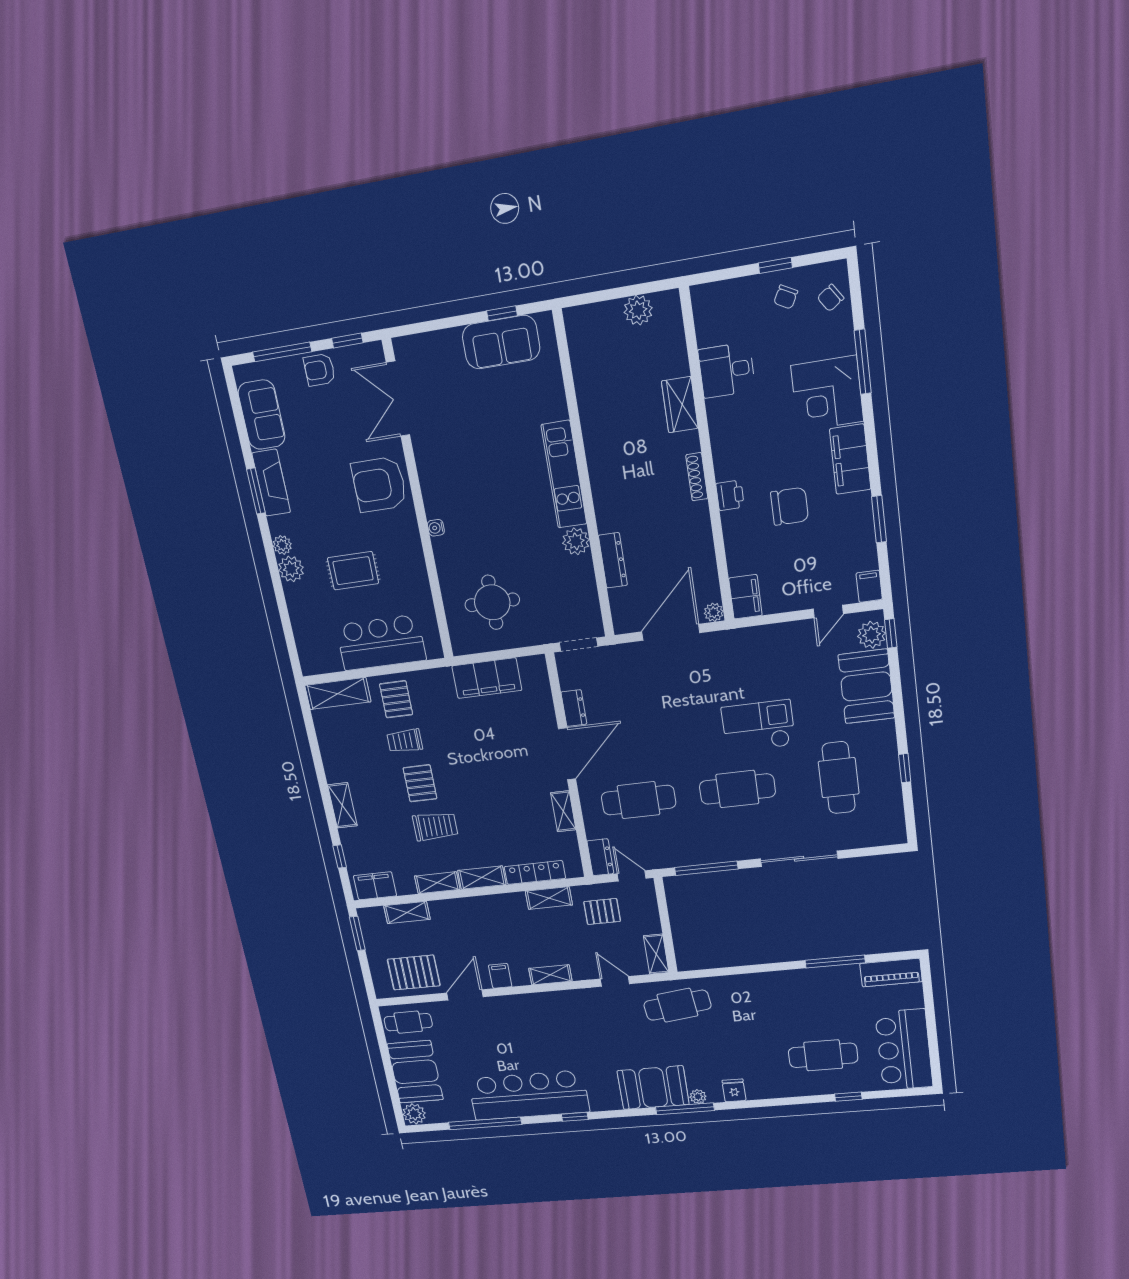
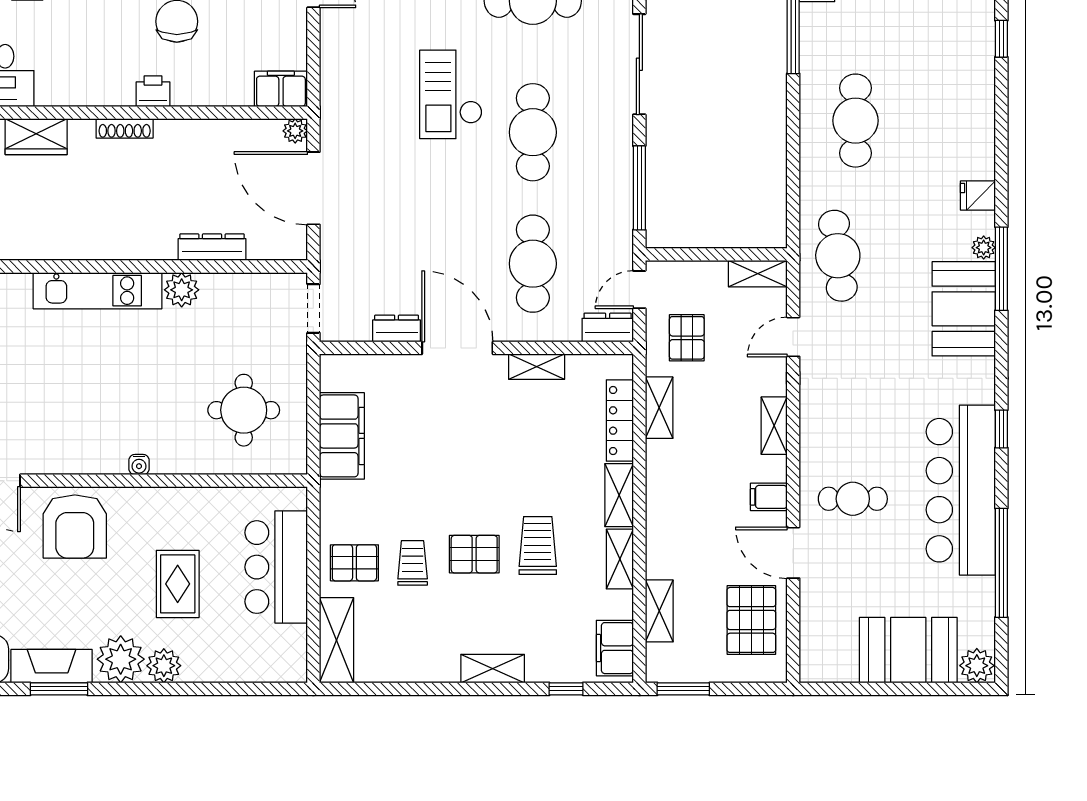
plant: (282, 545) -> (121, 659), width x1.87, depth x1.87
trolley: (405, 741) -> (413, 563), turned 180
cafe table: (408, 1022) -> (853, 499), moved, turned 90
cafe table: (823, 1055) -> (856, 121), moved

